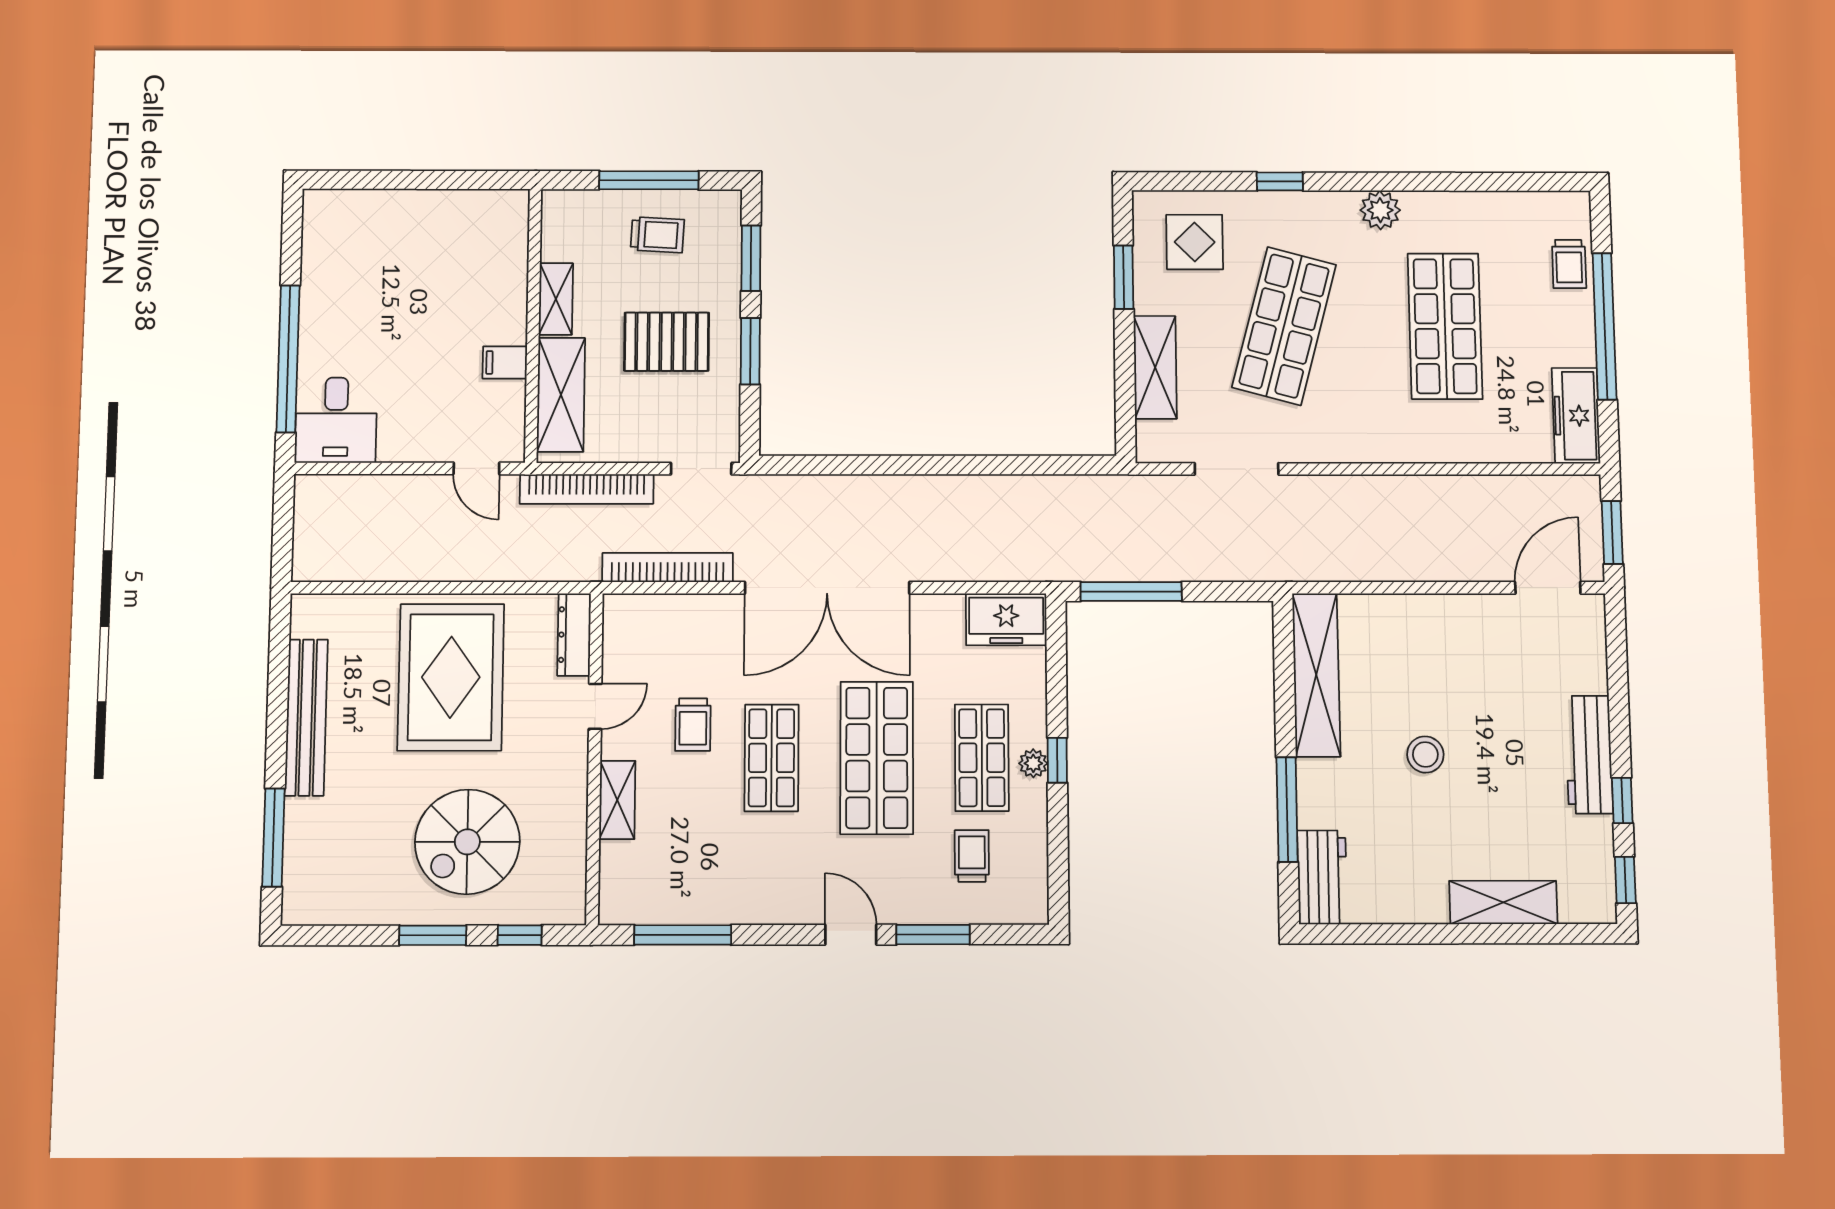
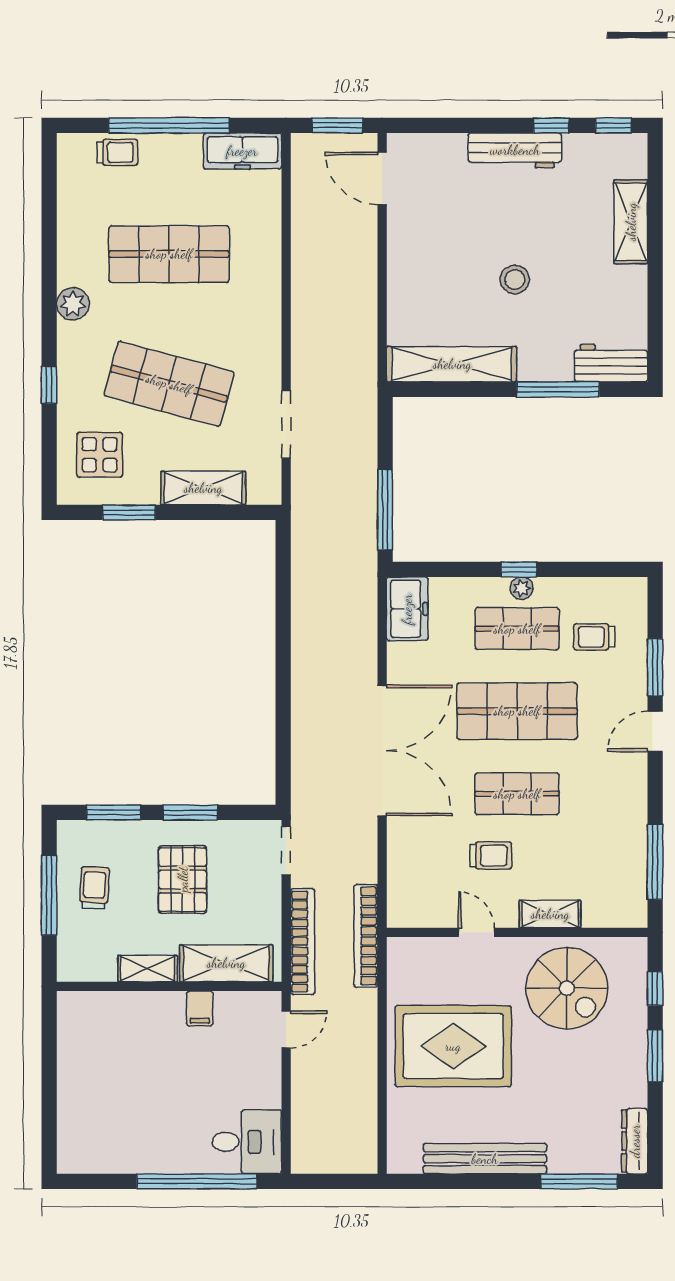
bookcase: (668, 568) -> (366, 936), moved
dresser: (574, 635) -> (635, 1141), moved, turned 90
spiral stairs: (467, 842) -> (567, 988), moved

